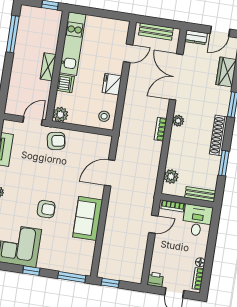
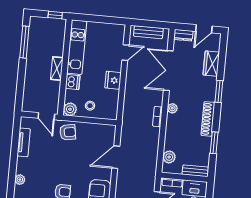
stool: (104, 116) -> (90, 106), moved
door: (33, 121) -> (46, 116), swing flipped

